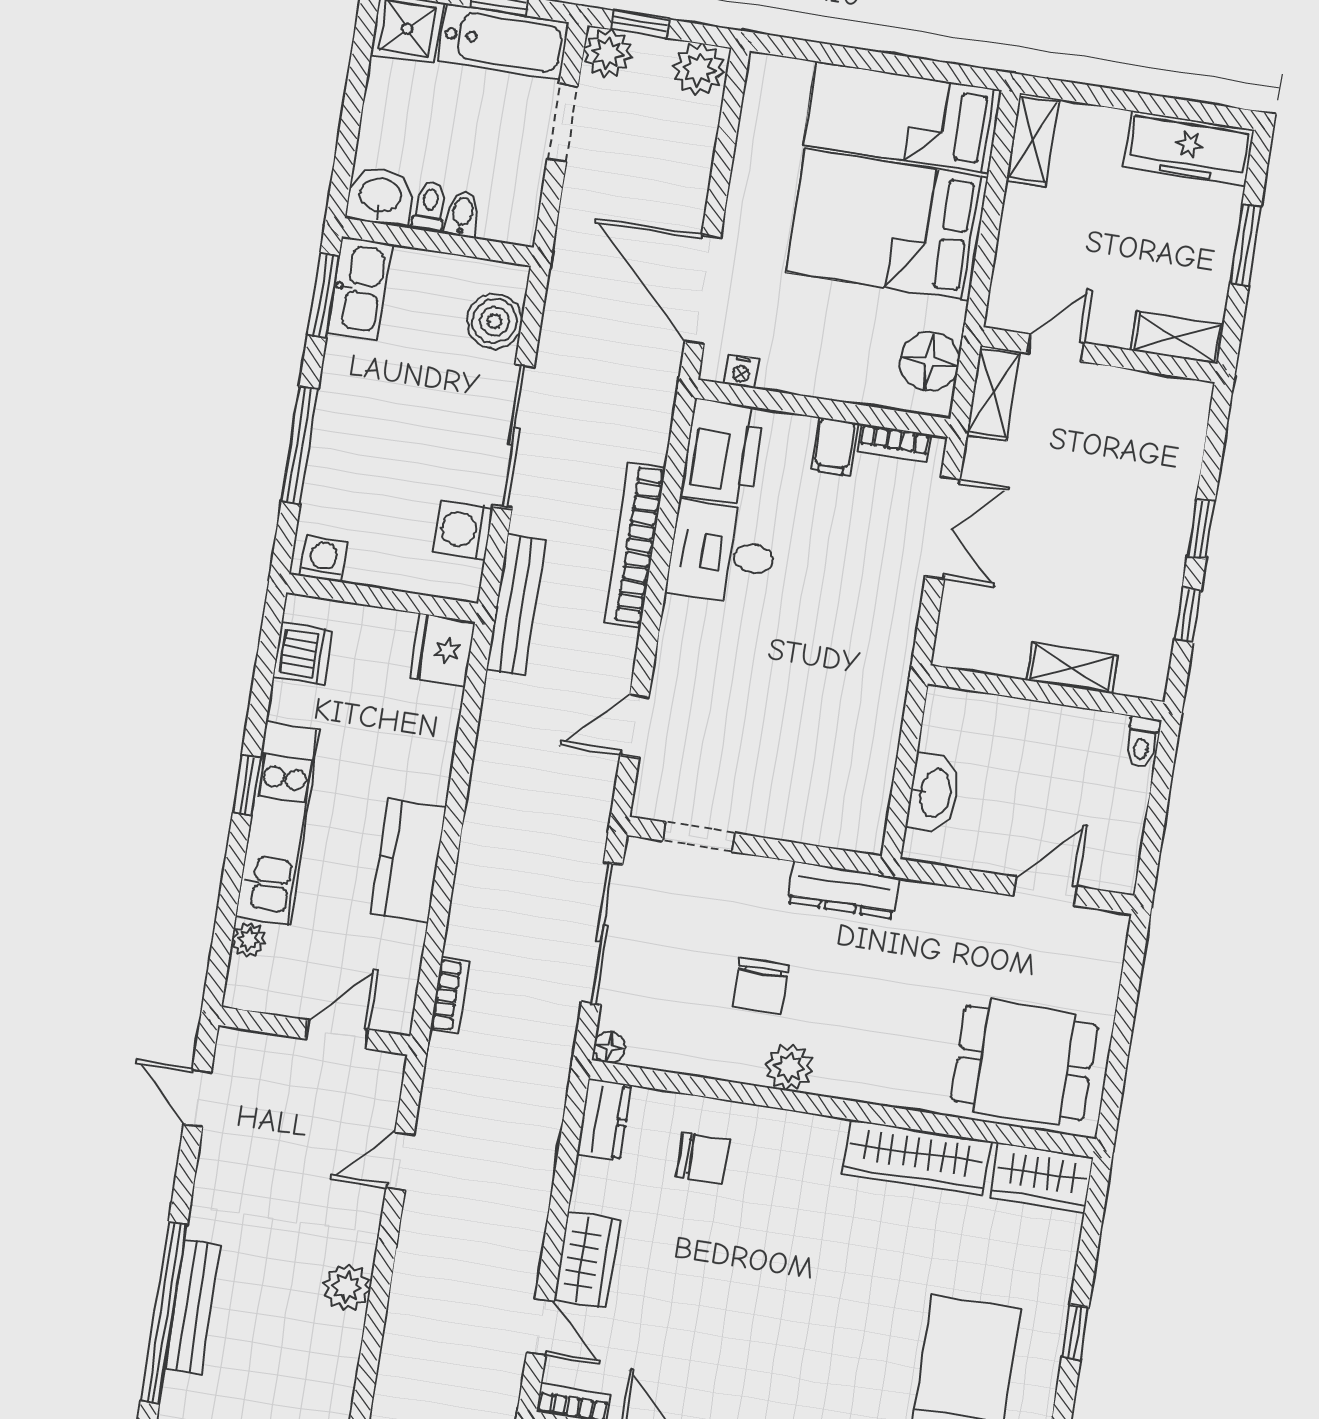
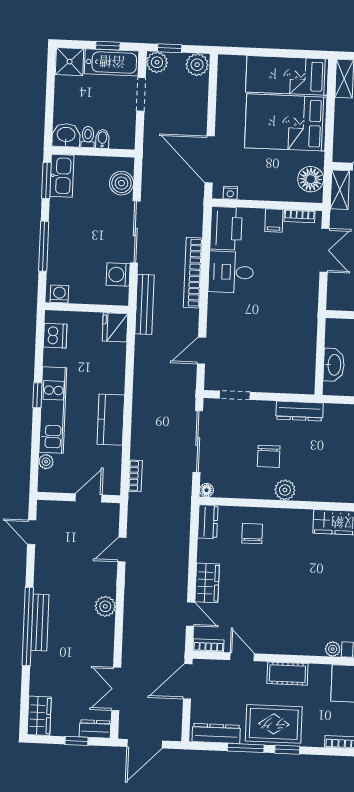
chair: (703, 1158) -> (252, 534), turned -90

